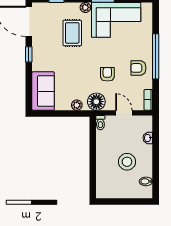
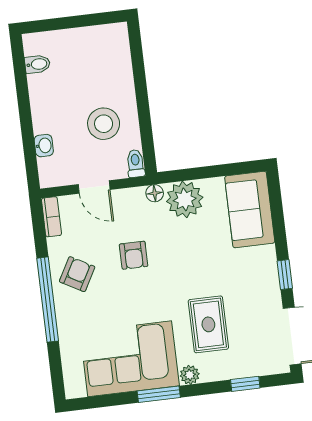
armchair: (138, 68) -> (77, 274), turned -61
floor lamp: (96, 102) -> (155, 193), width x0.53, depth x0.53
plant: (77, 105) -> (185, 199), width x1.88, depth x1.88
stool: (127, 162) -> (104, 124), moved

